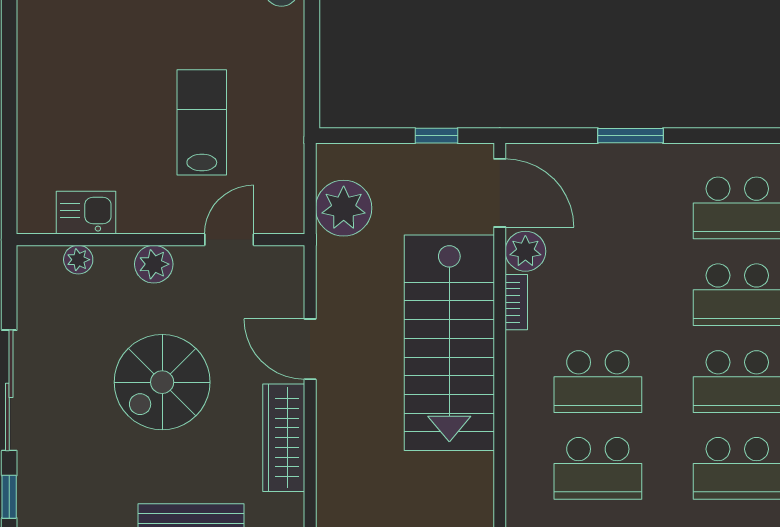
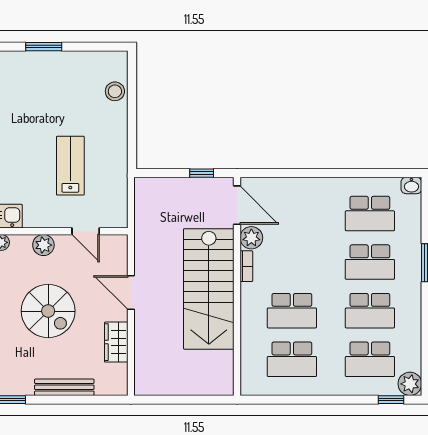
window: (630, 136) -> (310, 173), removed
plant: (344, 208) -> (150, 214), removed
door: (229, 240) -> (86, 231), swing flipped
spiral stairs: (162, 382) -> (48, 311), turned -90
wardrobe: (284, 438) -> (116, 342), width x0.67

